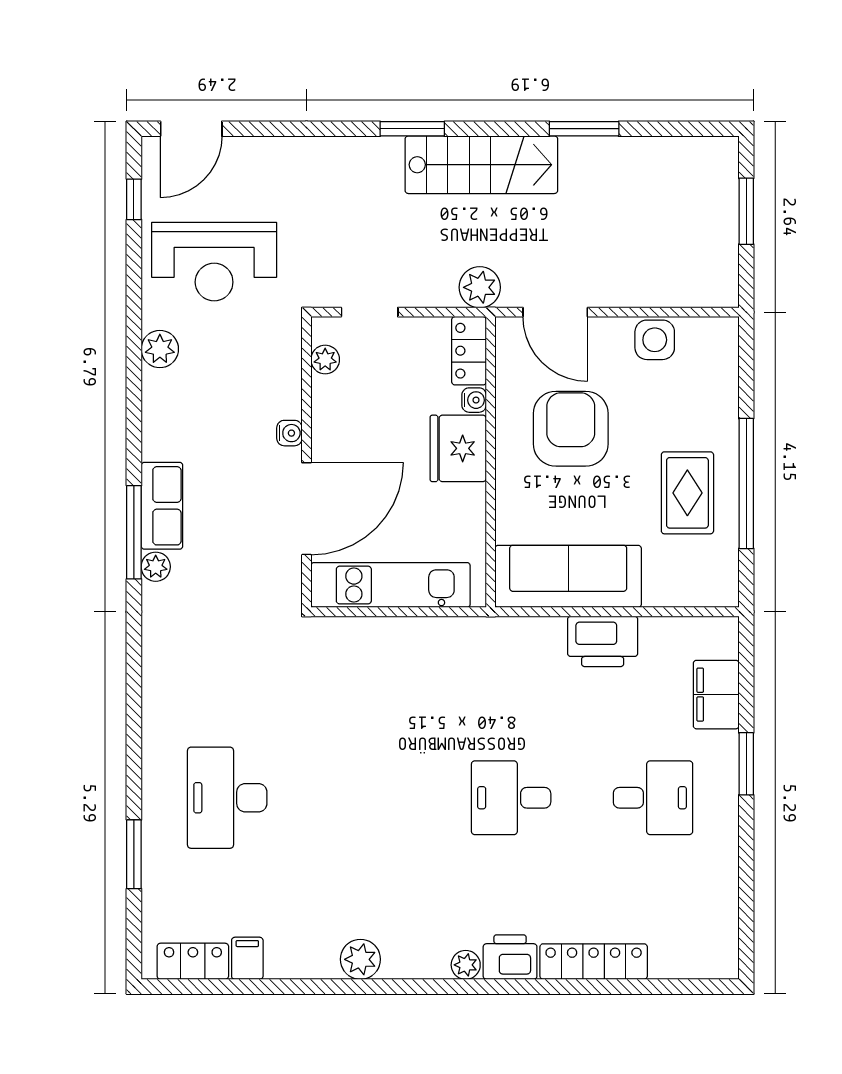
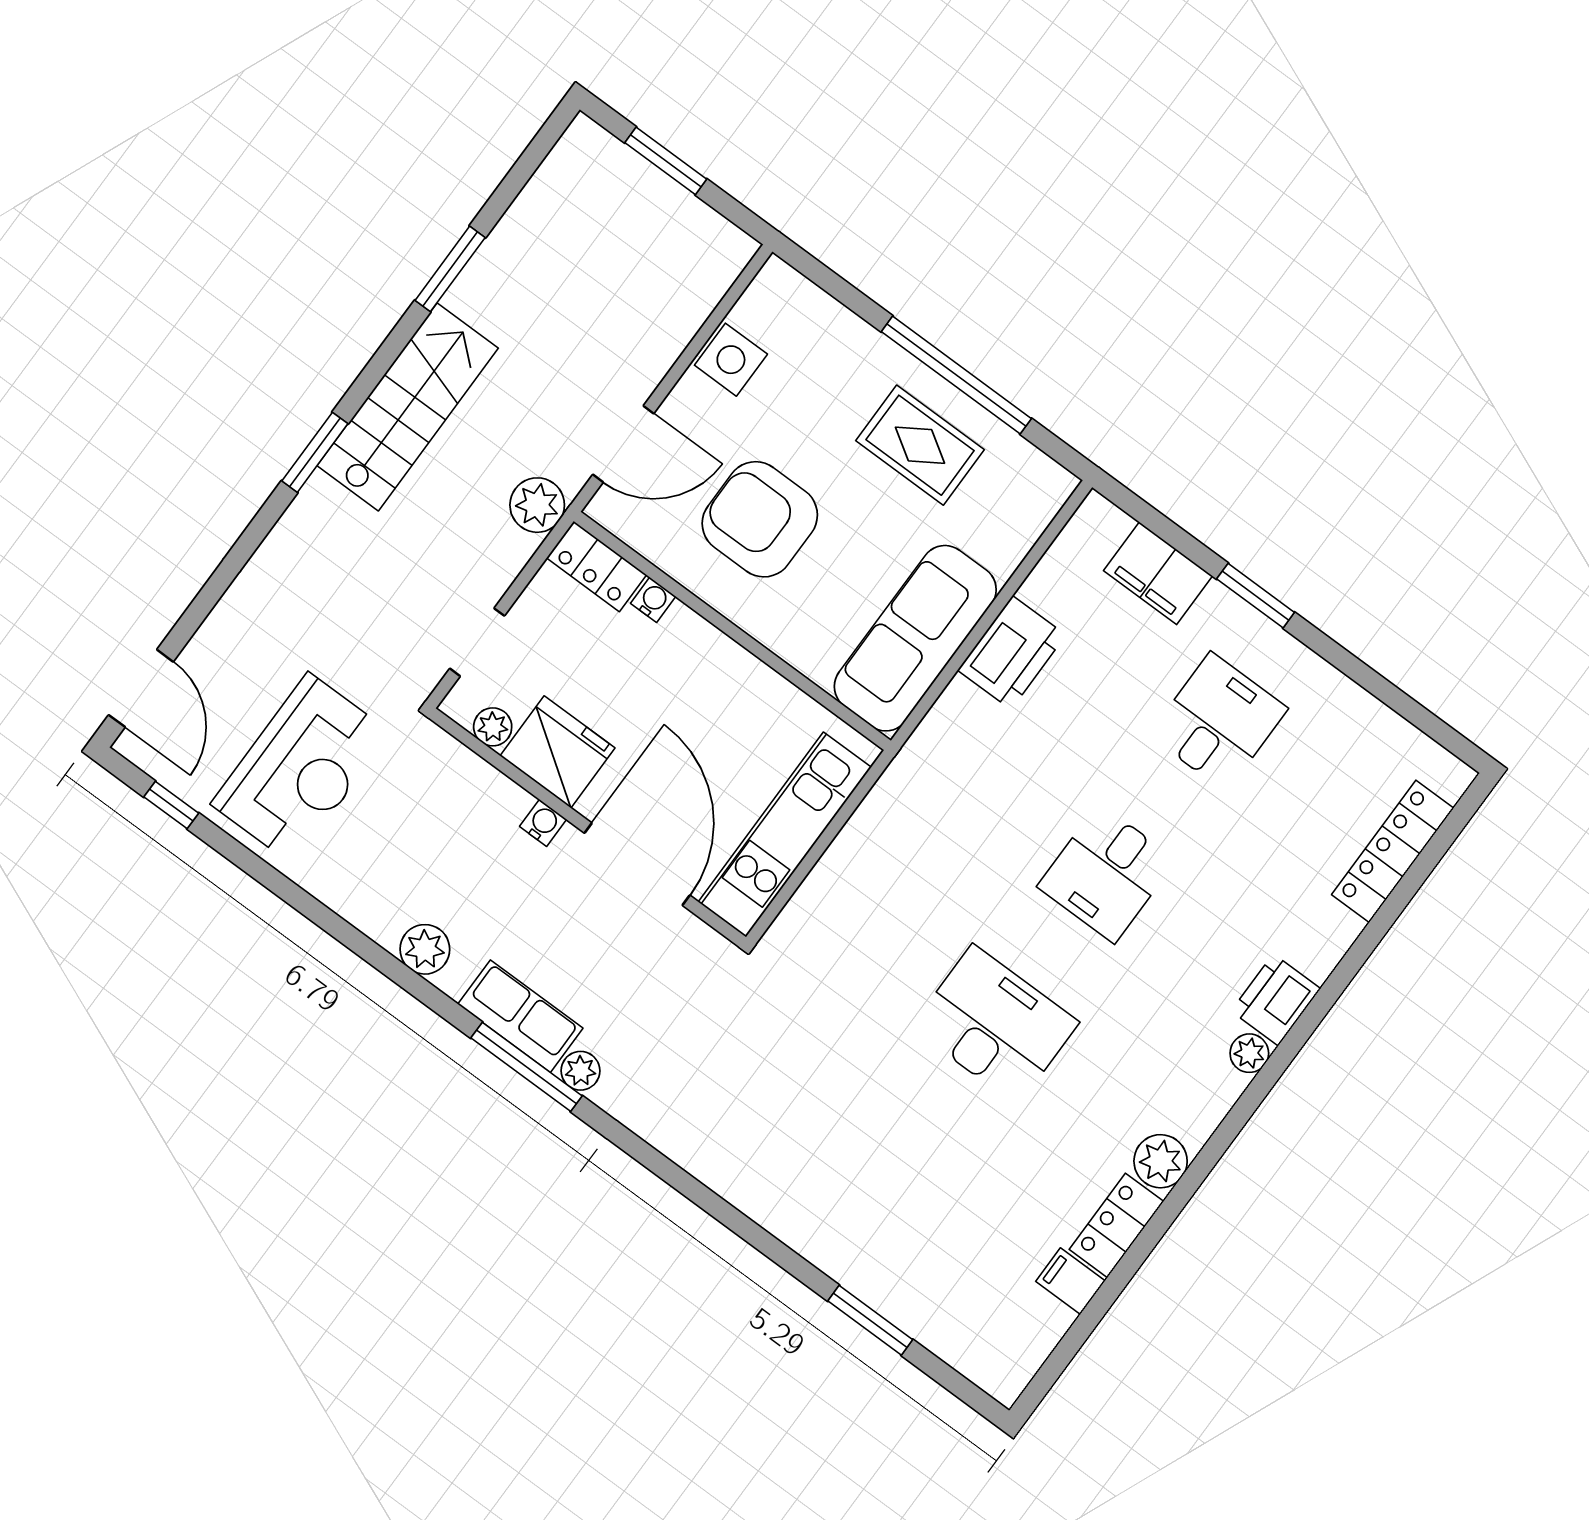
plant: (160, 349) -> (425, 949), moved
fridge: (458, 448) -> (557, 752), moved, turned 180
desk: (227, 798) -> (995, 1025), moved, turned 180
locker: (193, 961) -> (1116, 1225), moved
locker: (594, 962) -> (1393, 851), moved

